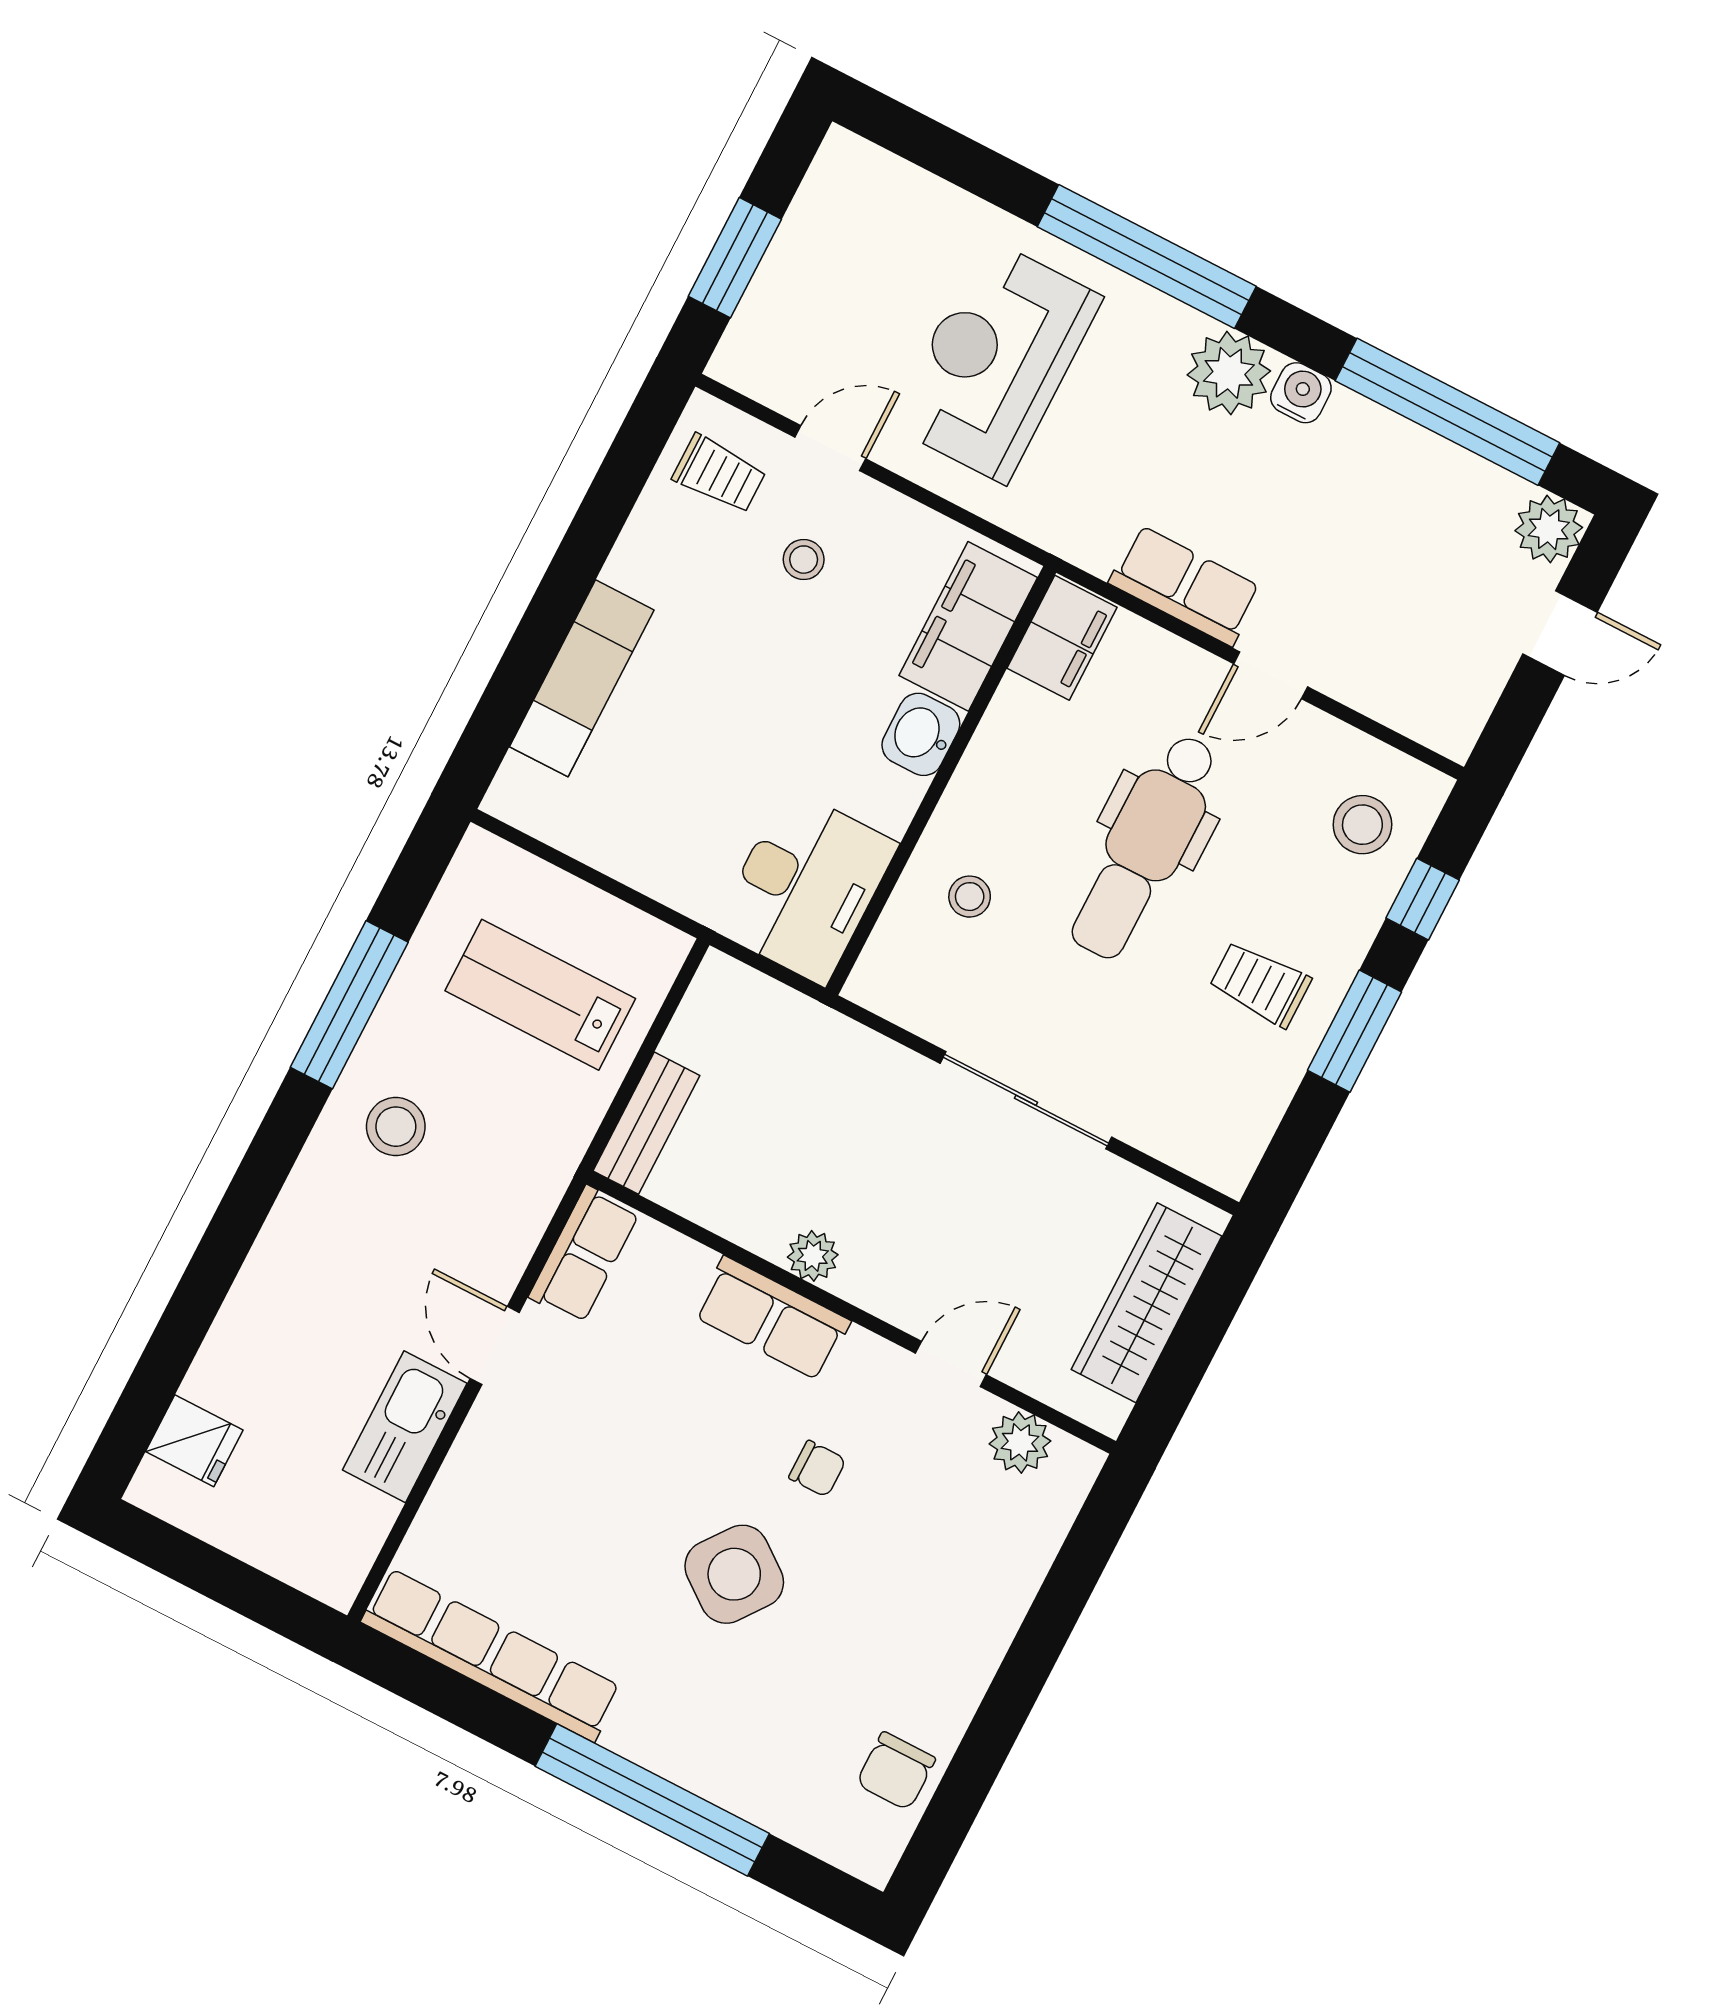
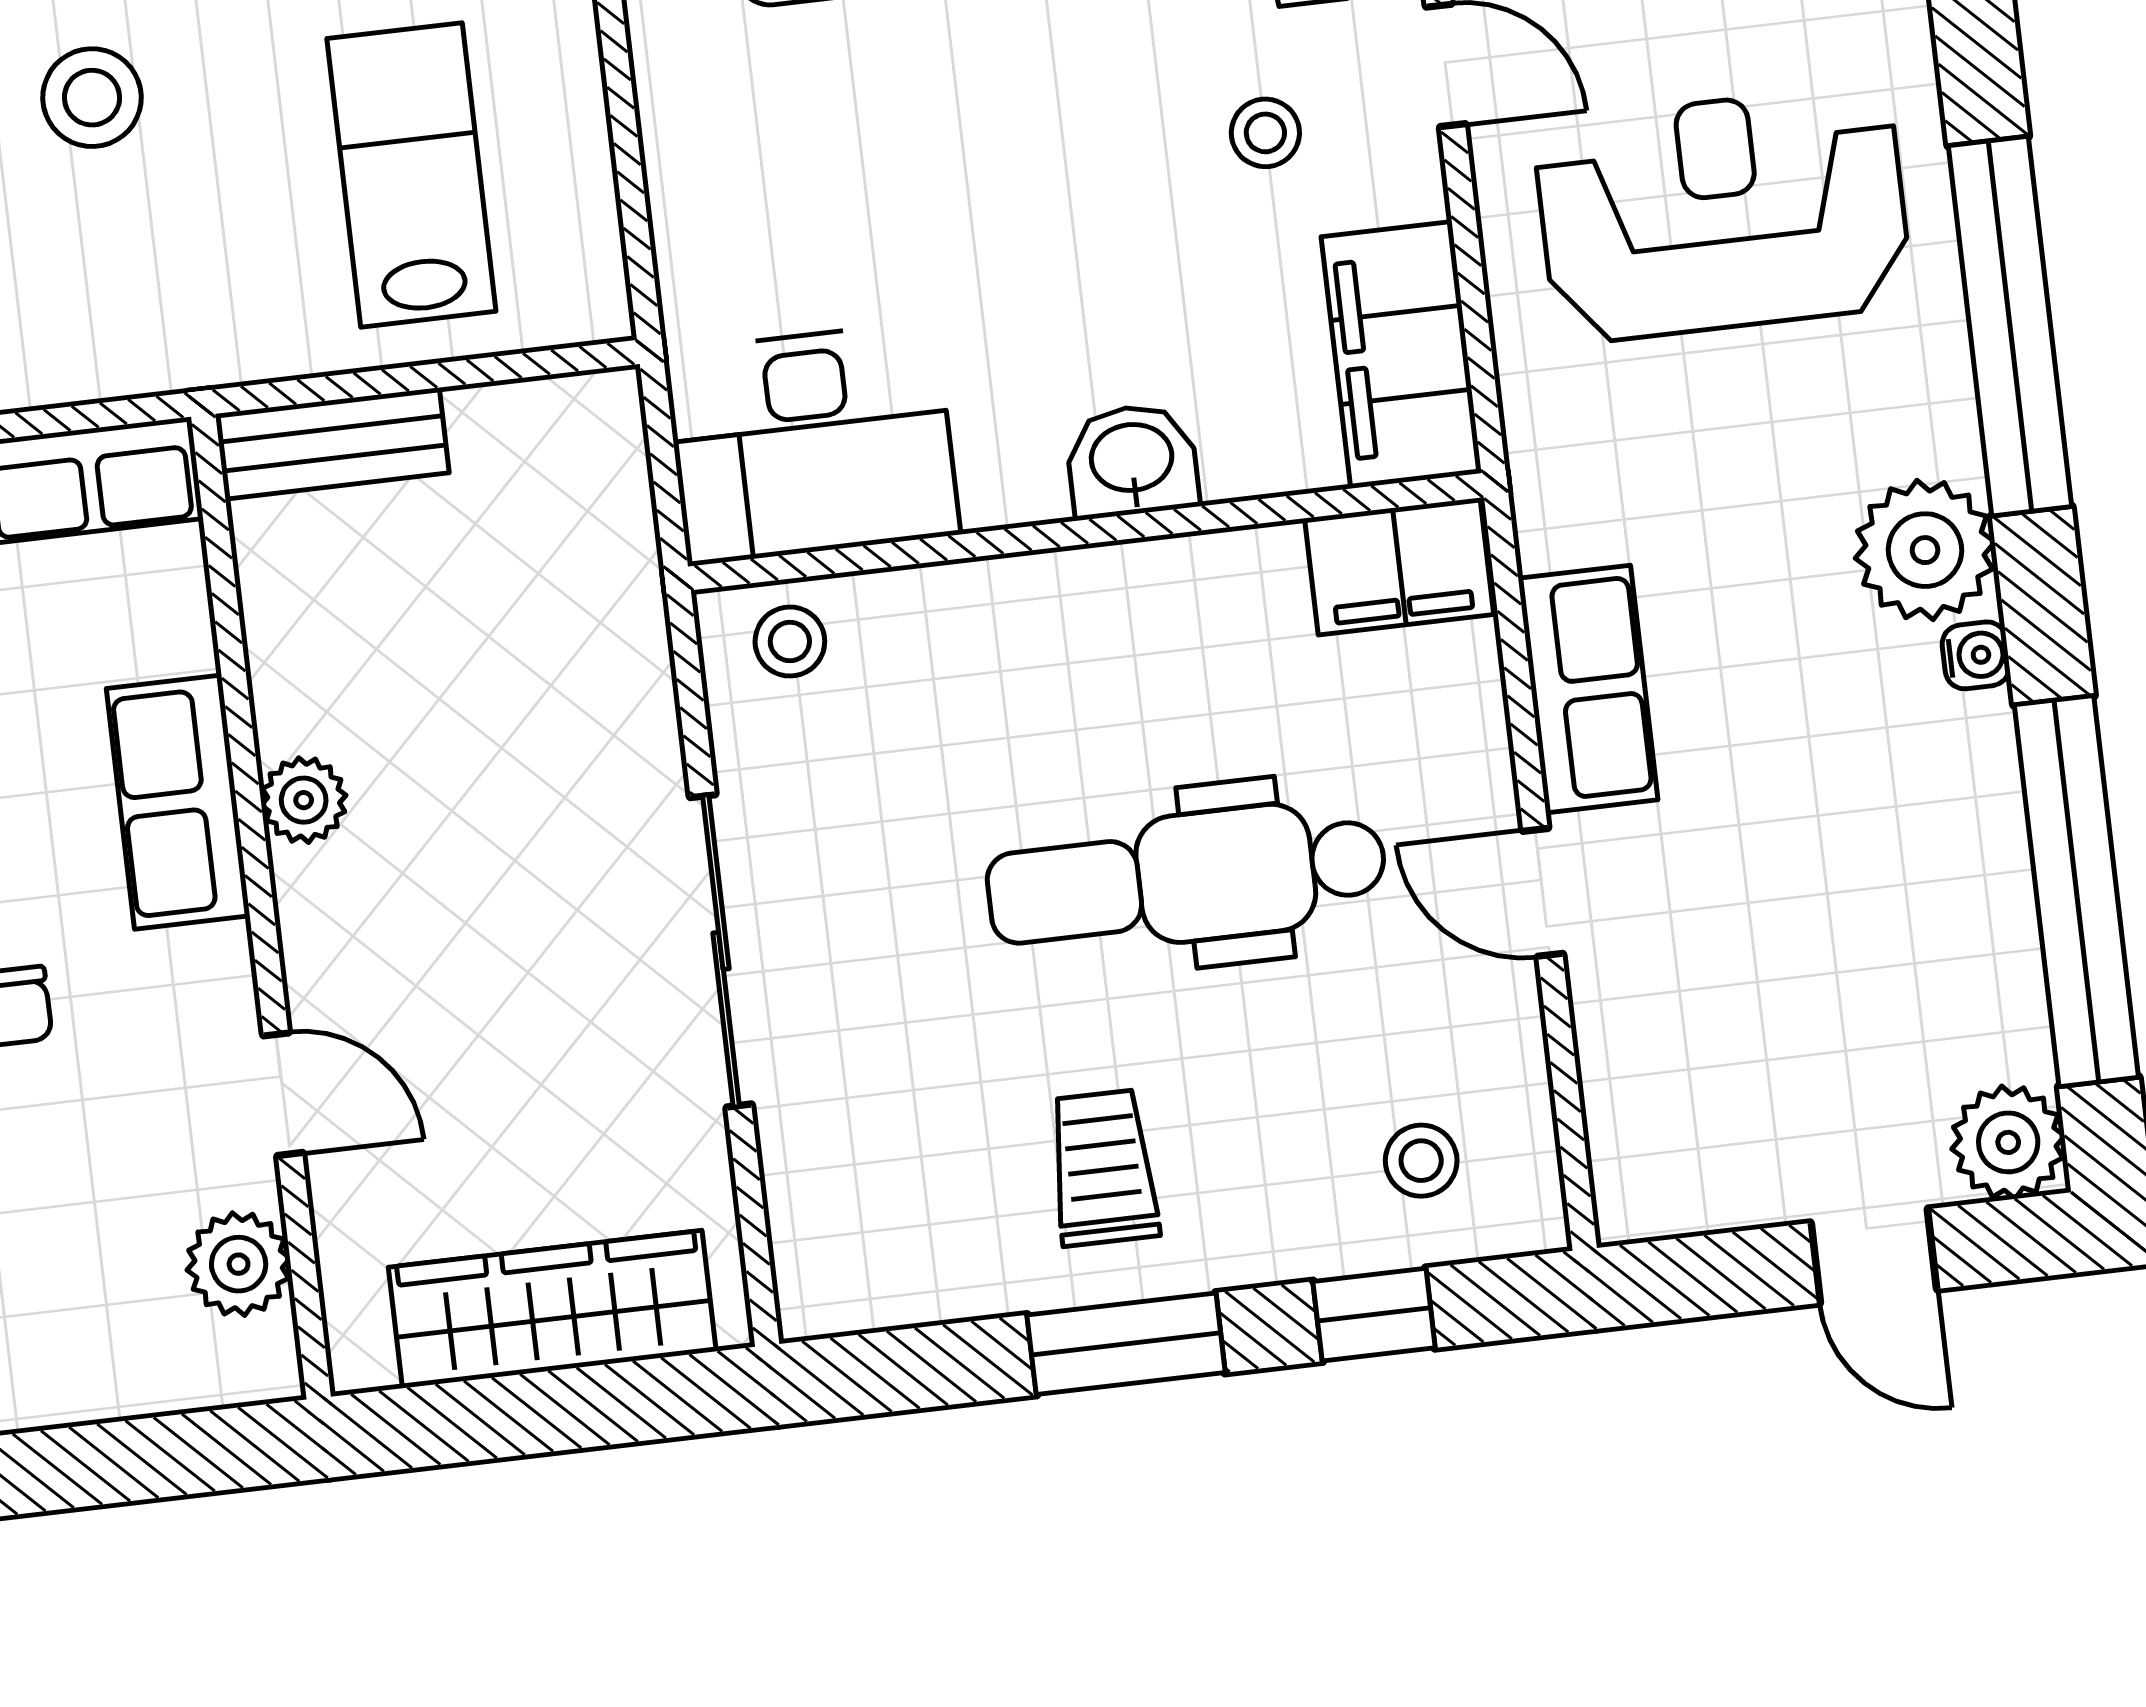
water cooler: (1301, 393) -> (1976, 655), width x0.72, depth x0.72
filing cabinet: (968, 626) -> (1401, 355), moved, turned -90
stool: (1362, 825) -> (1421, 1161), width x0.73, depth x0.73
stool: (970, 897) -> (790, 642), moved

